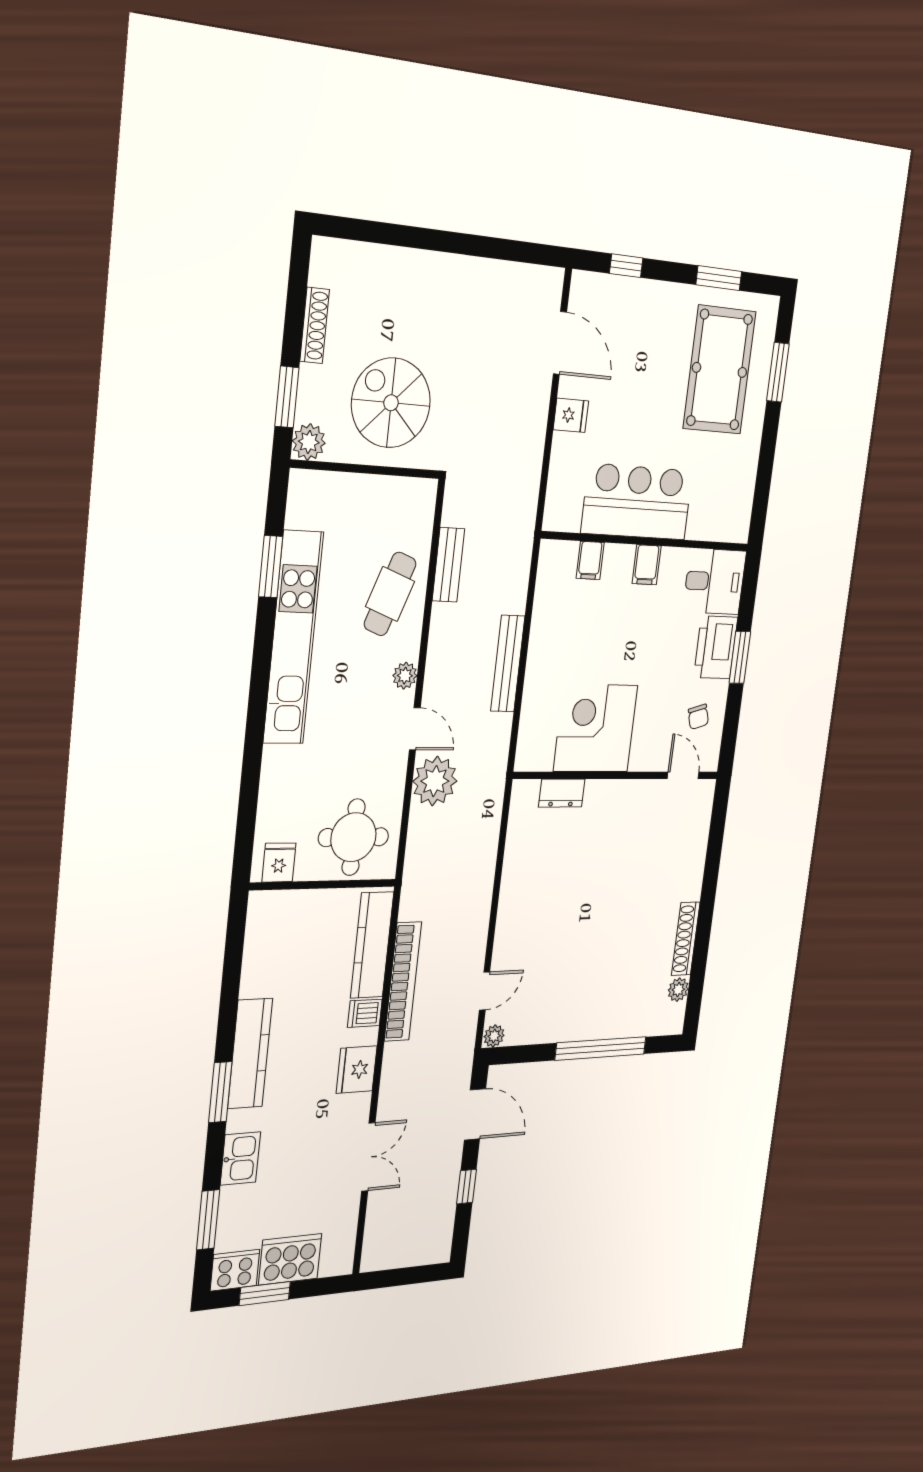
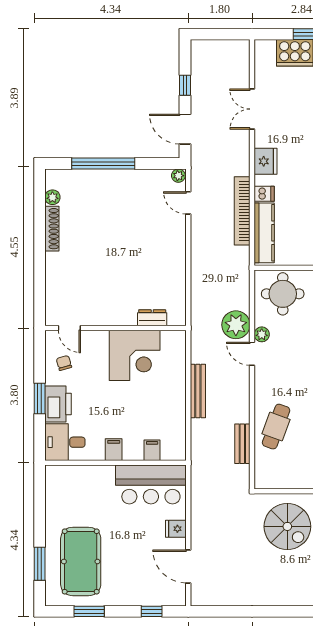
bar counter: (637, 502) -> (151, 485), moved
plant: (405, 676) -> (262, 334), moved
door: (485, 991) -> (188, 203), hinge flipped

